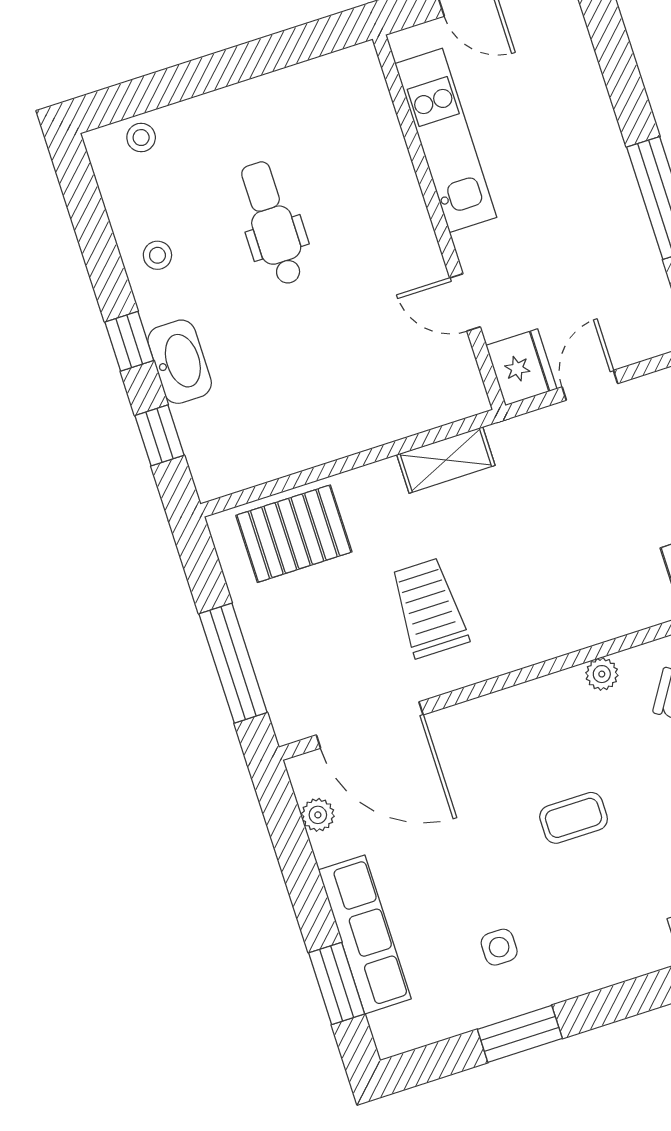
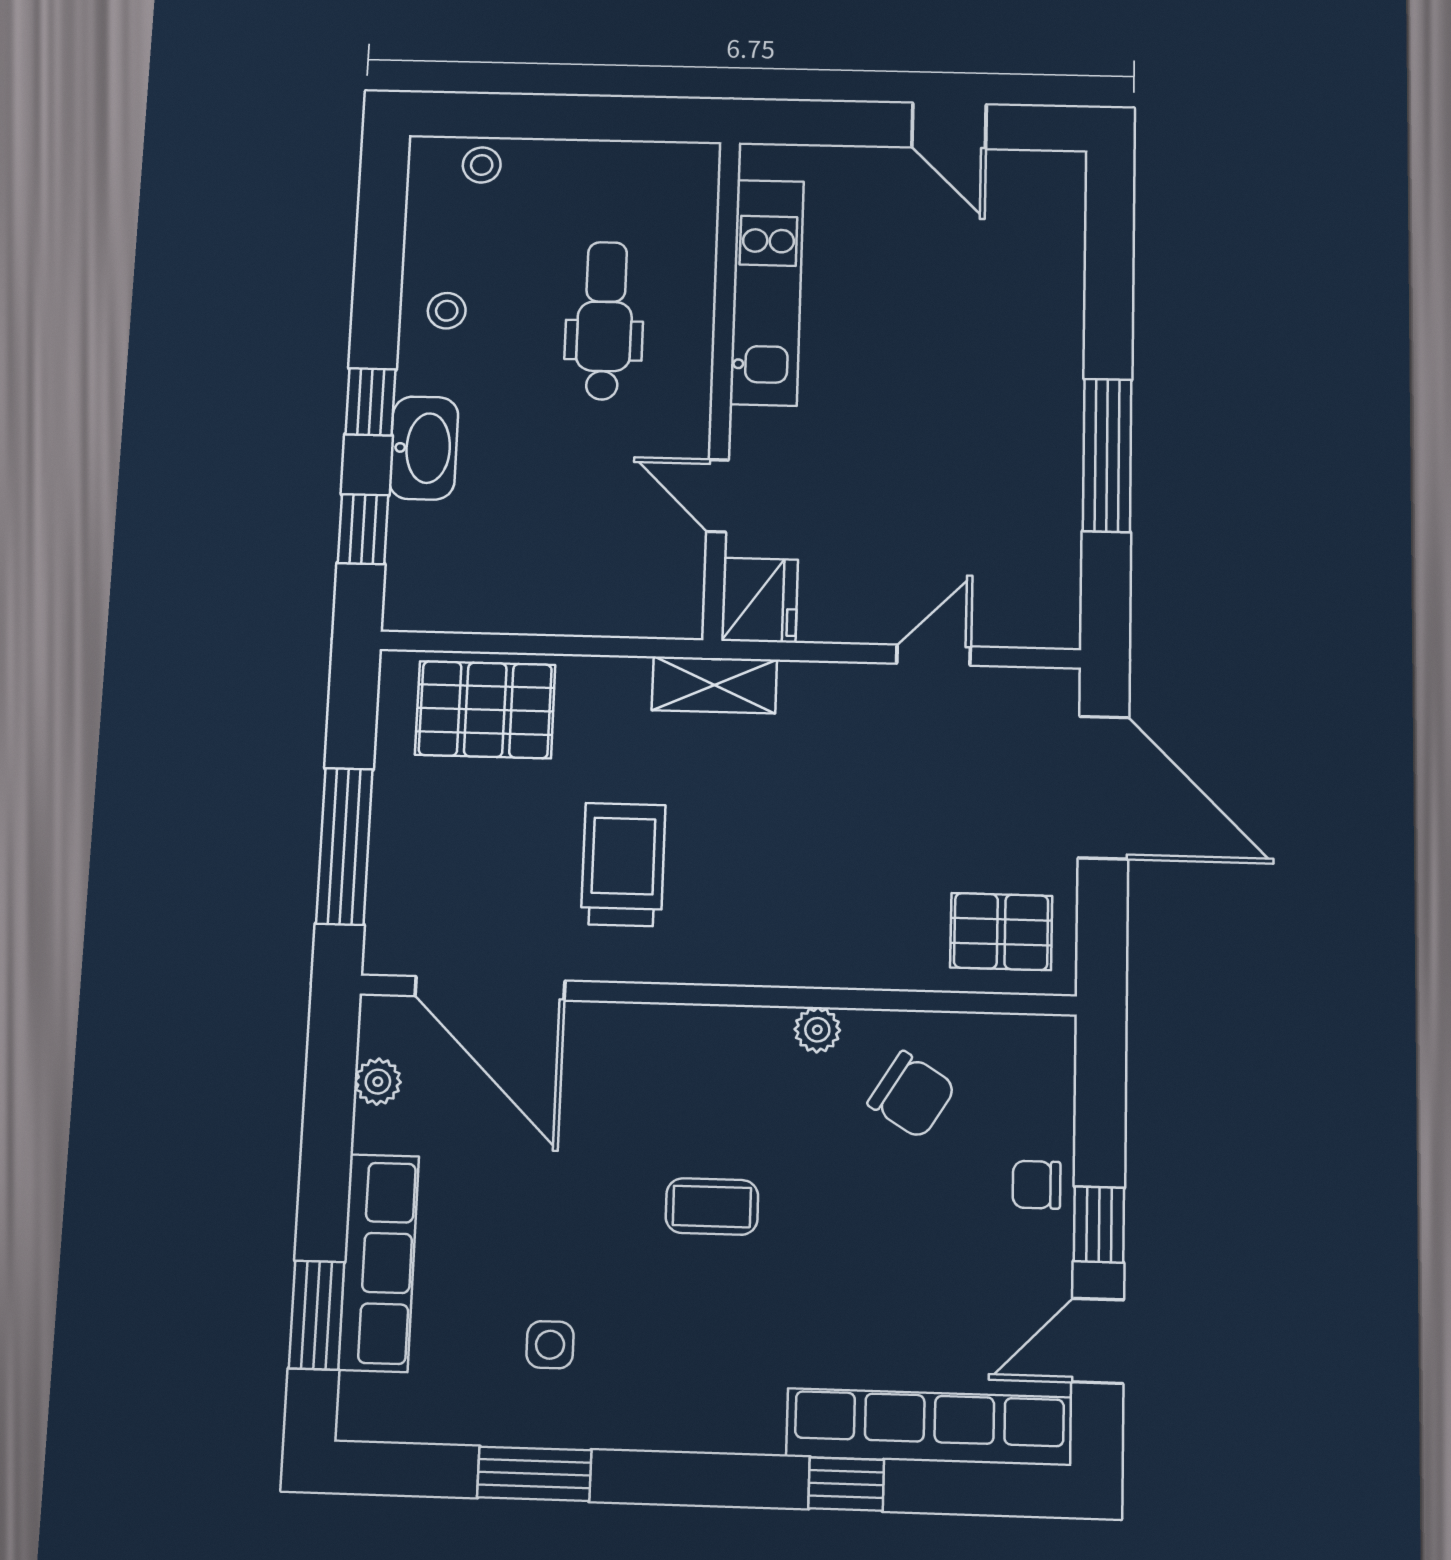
kitchen unit: (446, 140) -> (767, 292), moved
wall: (439, 222) -> (721, 387), moved
door: (465, 302) -> (717, 496), moved
fridge: (521, 367) -> (760, 600), moved

